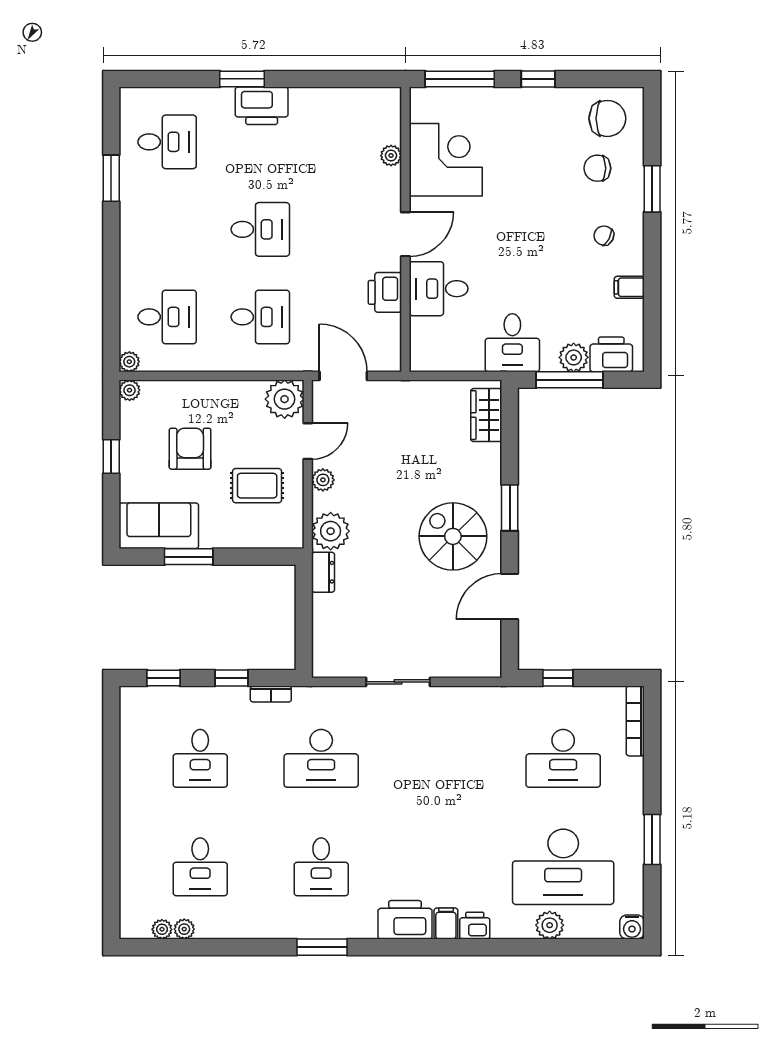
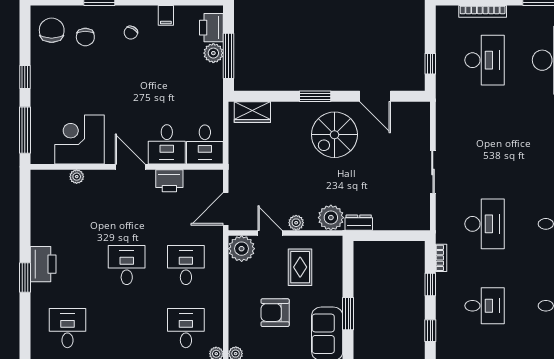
desk: (512, 343) -> (205, 144), moved, turned 90
bookcase: (635, 721) -> (483, 11), moved

